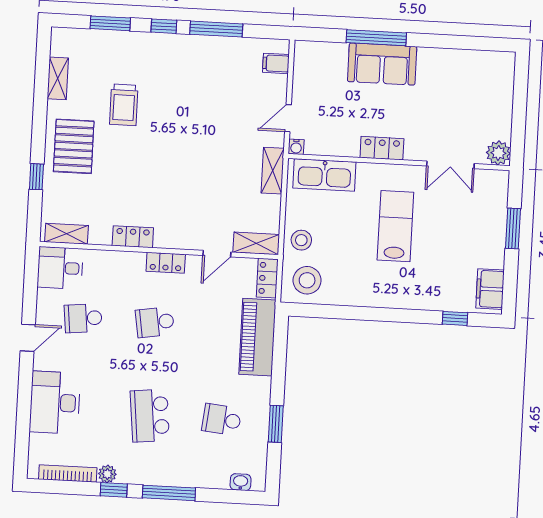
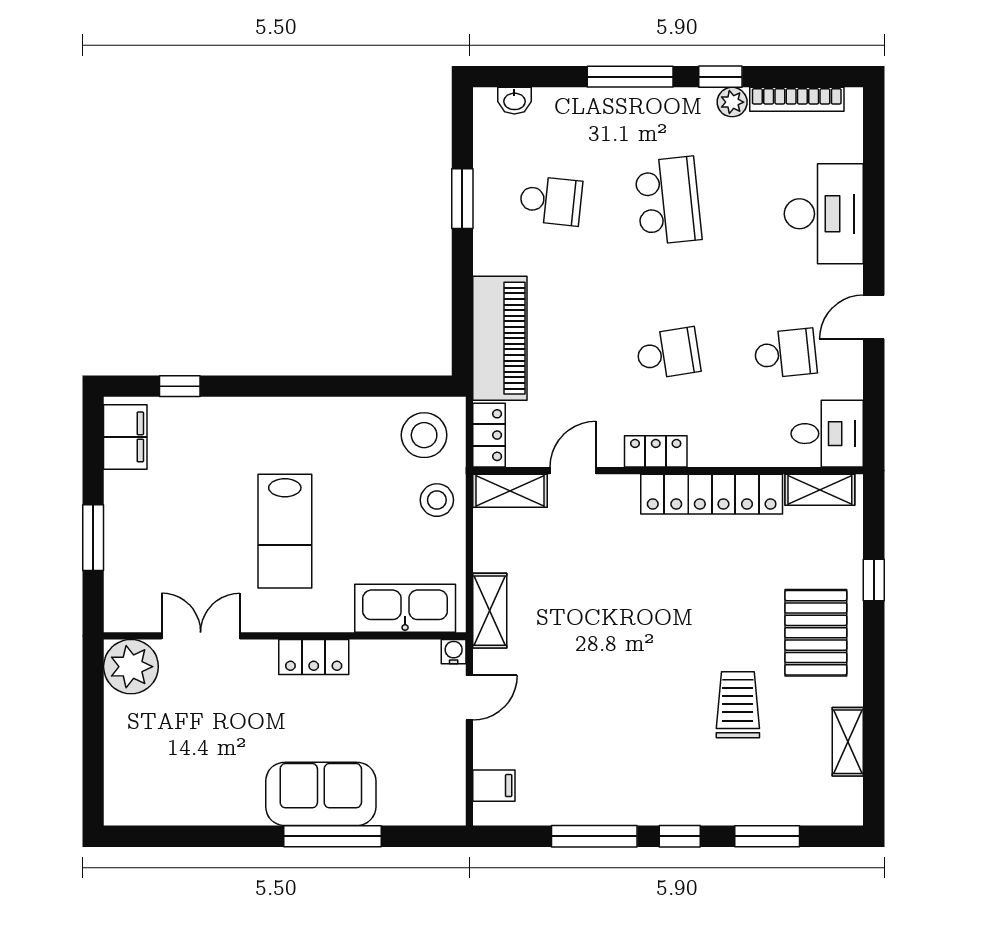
plant: (498, 153) -> (131, 667), width x1.36, depth x1.36
locker: (133, 237) -> (712, 494), width x2.16, depth x1.21

